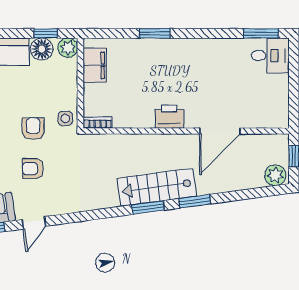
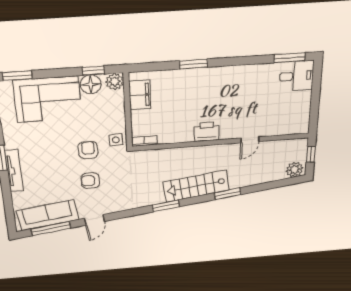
door: (220, 131) -> (250, 140), width x0.53
window: (148, 208) -> (166, 206), moved

